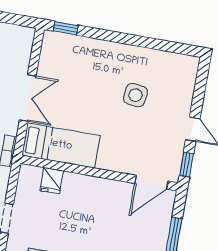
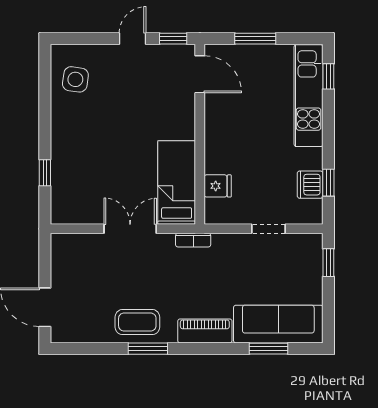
window: (66, 28) -> (45, 173), moved
side table: (135, 95) -> (75, 79), moved

